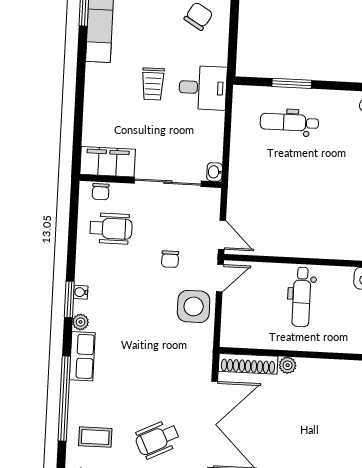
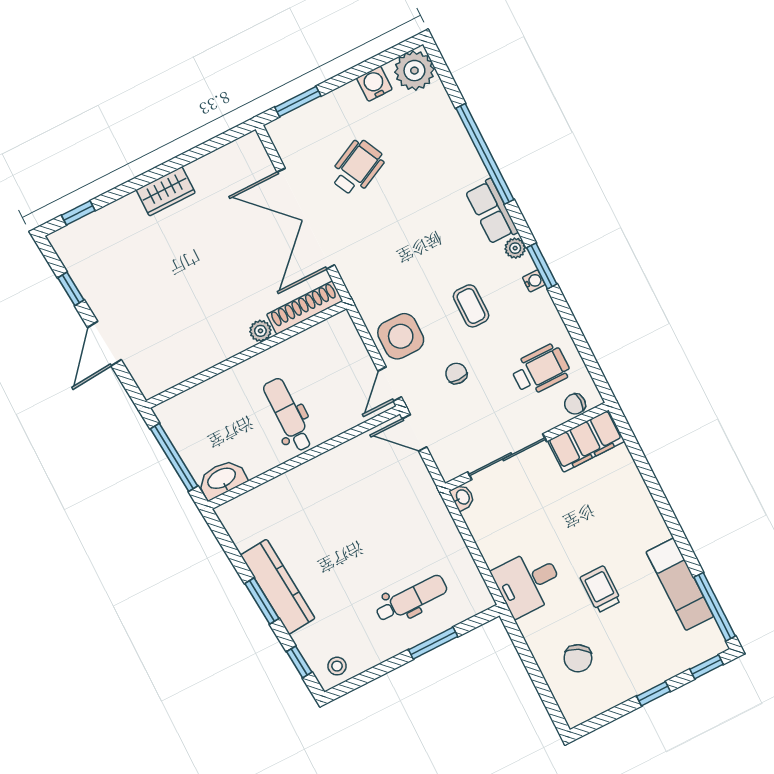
trolley: (153, 84) -> (601, 589), moved
chair: (101, 192) -> (575, 404), turned -90
wheelchair: (111, 228) -> (541, 370), turned 180
coffee table: (95, 437) -> (471, 306), moved, turned 90

